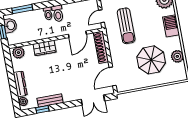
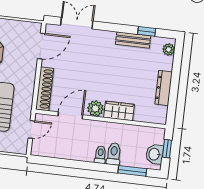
toilet: (58, 13) -> (114, 154), moved
plant: (18, 53) -> (95, 108), moved
dresser: (20, 84) -> (164, 88), moved

